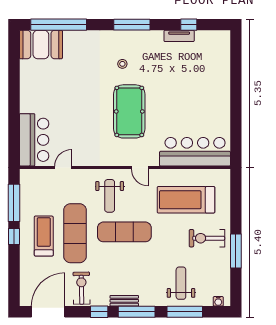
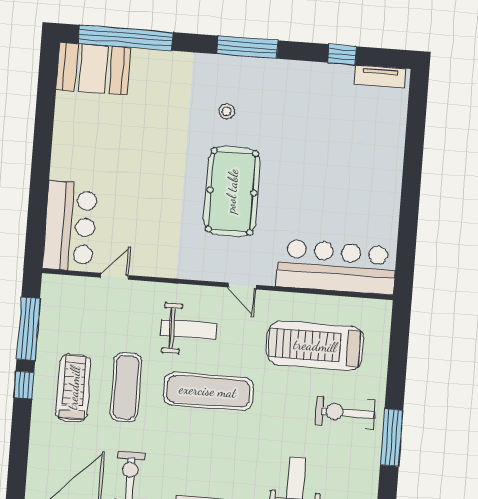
tv unit: (179, 36) -> (380, 76), moved
weight bench: (110, 196) -> (188, 329), turned -90
exercise mat: (75, 233) -> (126, 387), width x0.73, depth x0.69

